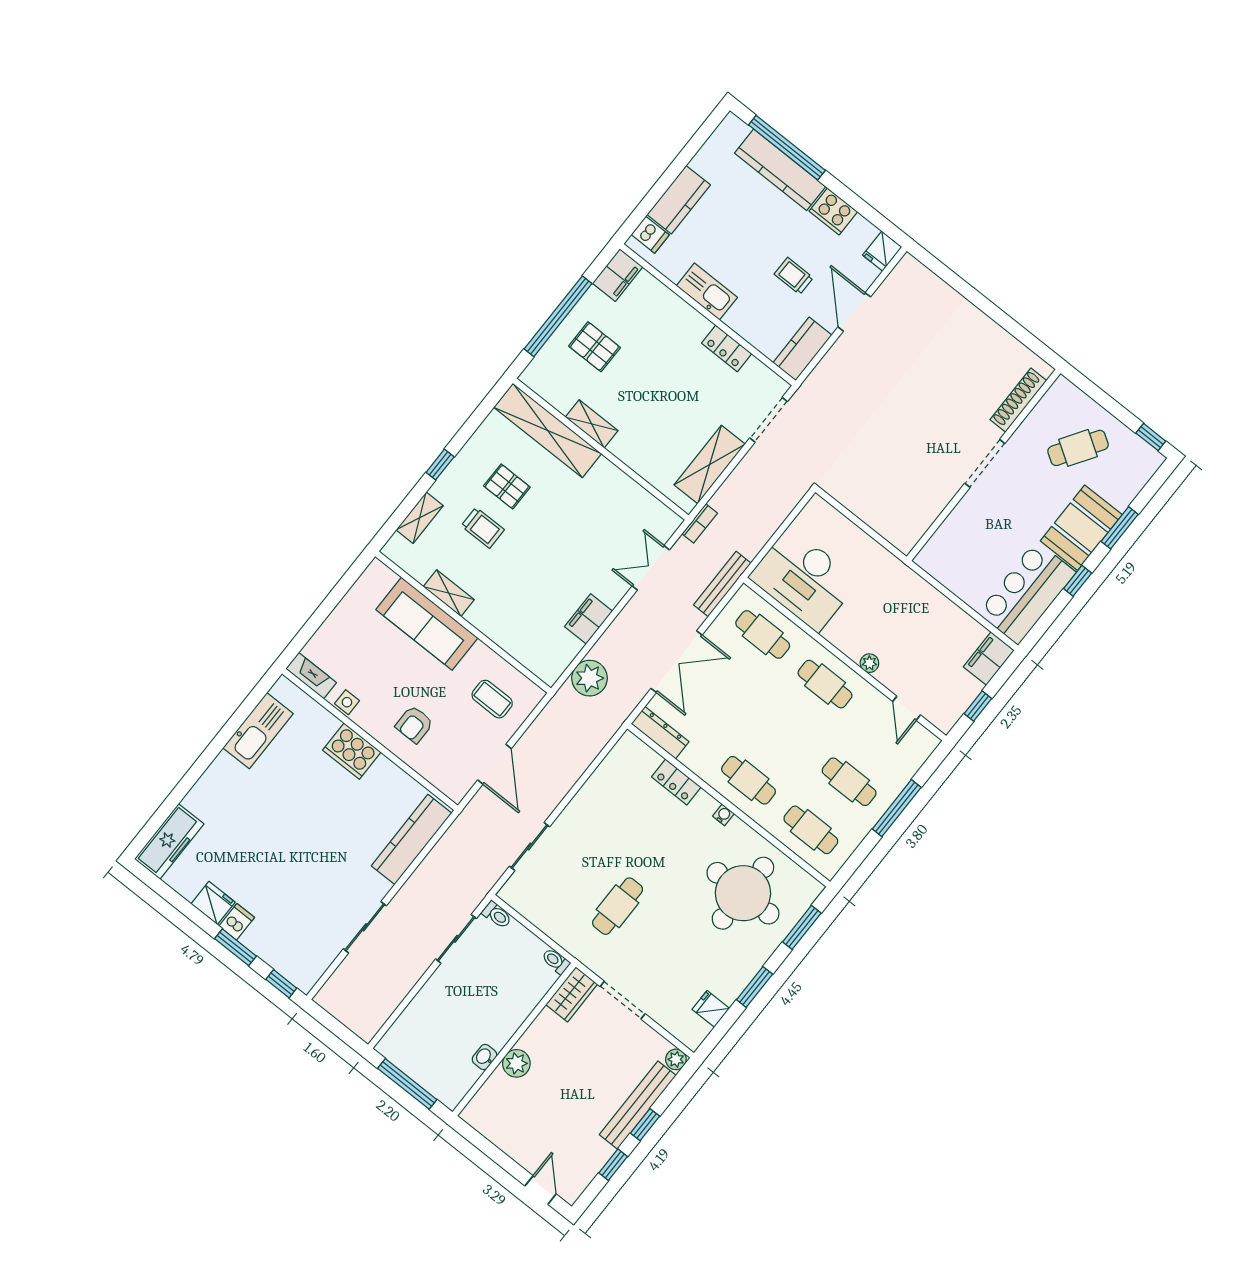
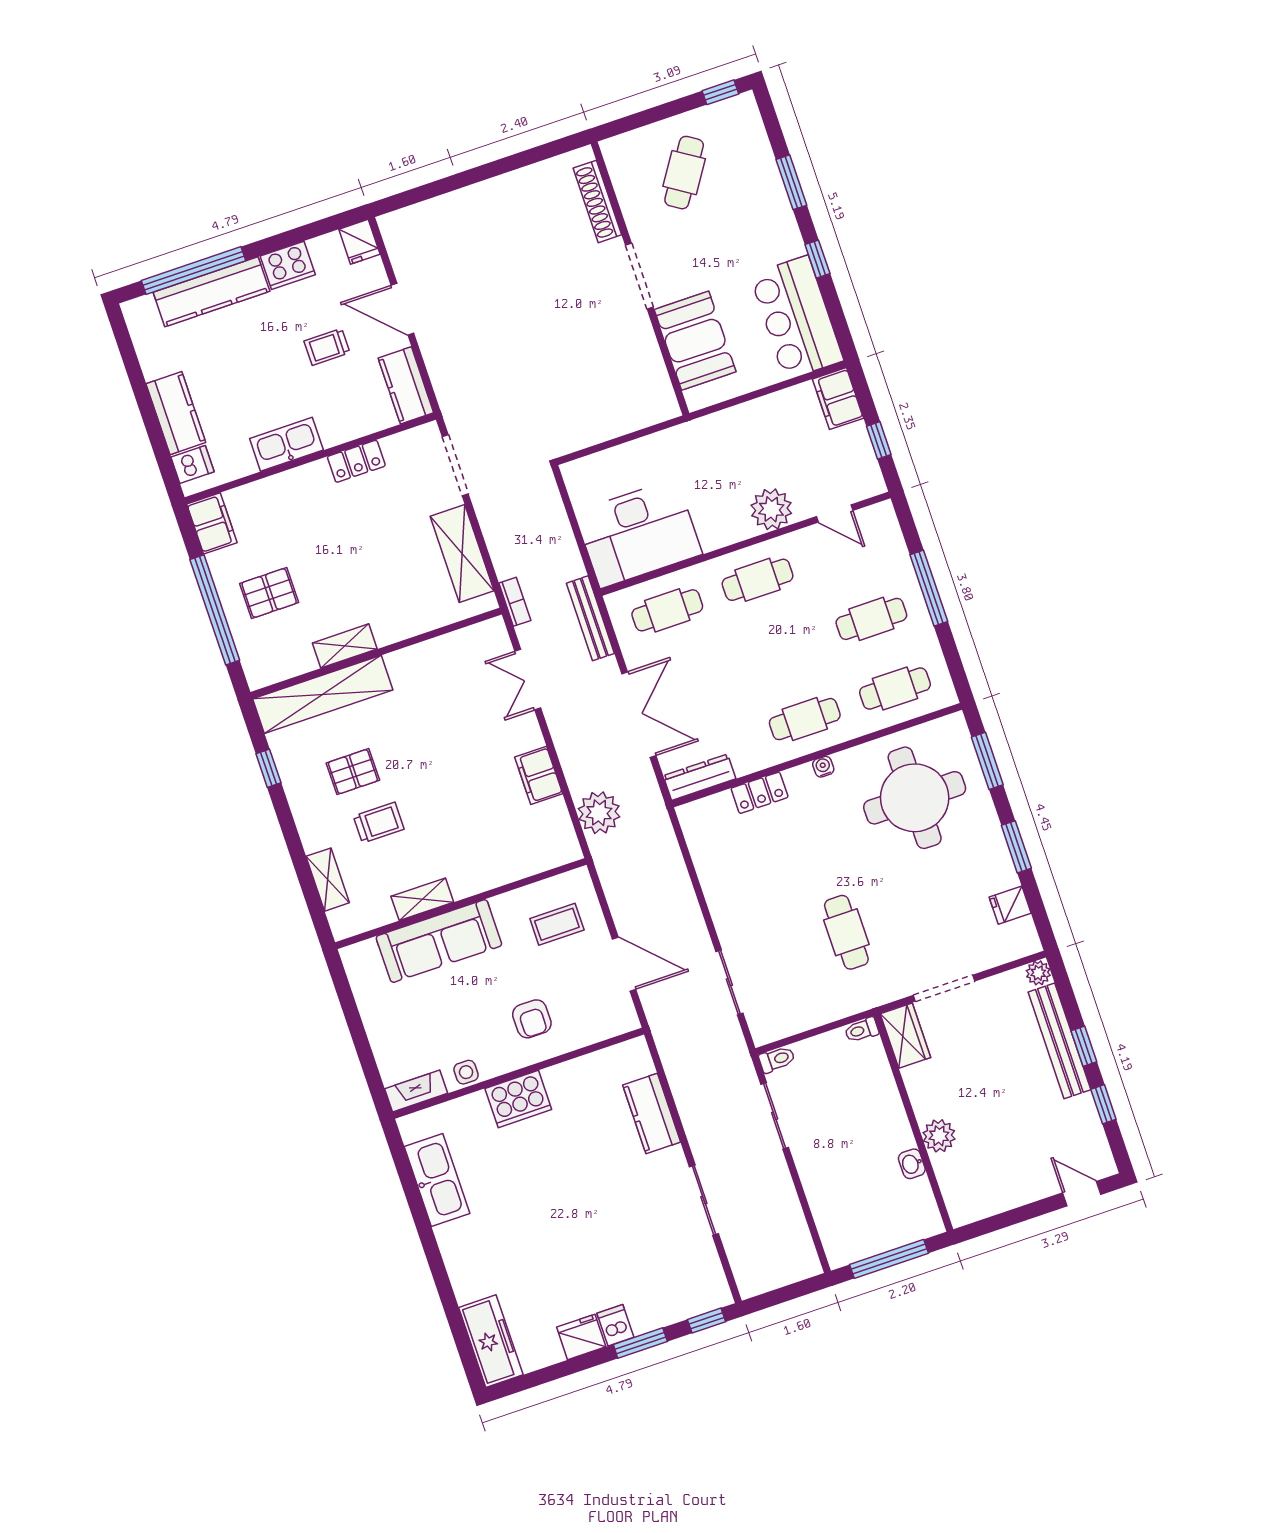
window: (440, 465) -> (268, 768), moved
booth: (1081, 528) -> (695, 341), moved
plant: (869, 663) -> (771, 509), width x1.88, depth x1.88
kitchen counter: (411, 839) -> (652, 1114), width x0.67

